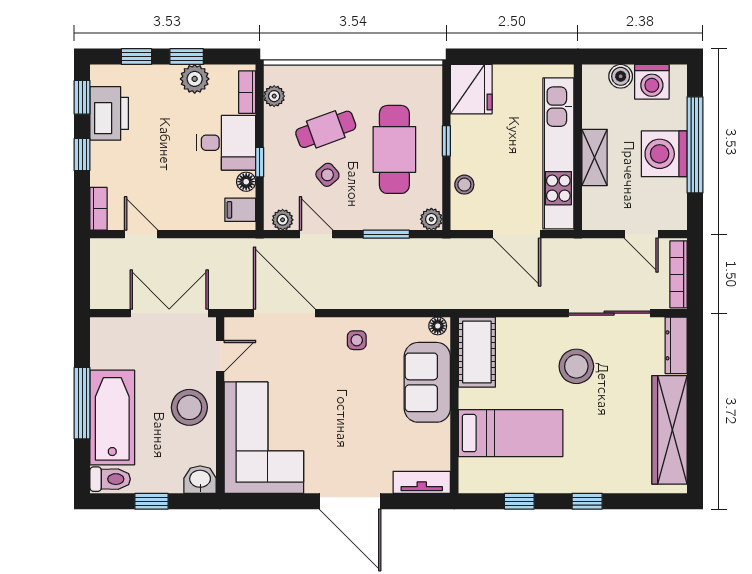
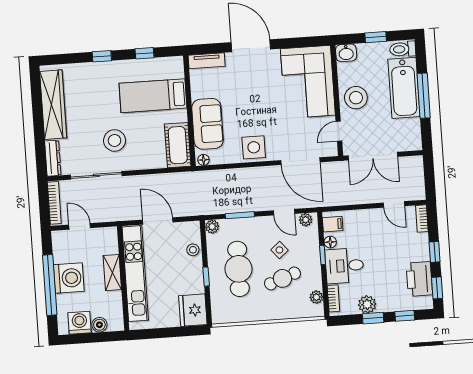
side table: (357, 340) -> (254, 147), width x1.87, depth x1.87

